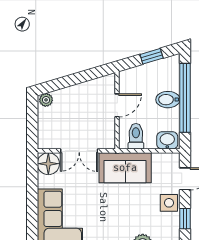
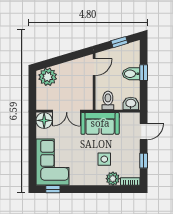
window: (185, 98) -> (144, 73), width x0.32
plant: (46, 100) -> (48, 77), width x1.87, depth x1.87
door: (117, 105) -> (94, 67), moved
side table: (169, 203) -> (104, 159), moved

